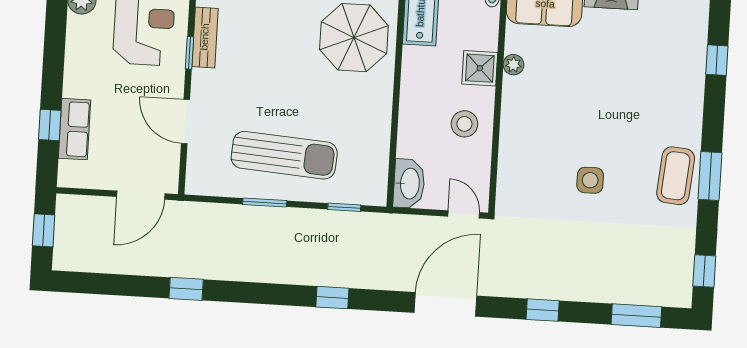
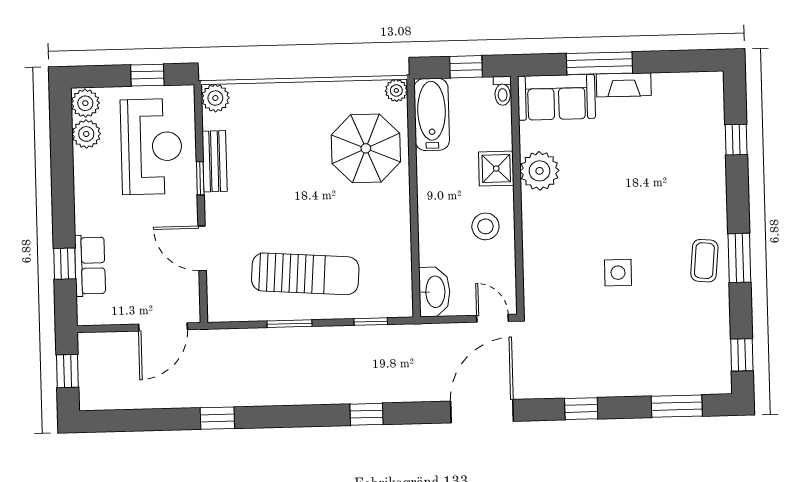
plant: (513, 65) -> (540, 171), width x1.87, depth x1.87
coffee table: (676, 176) -> (704, 261), width x0.73, depth x0.77

